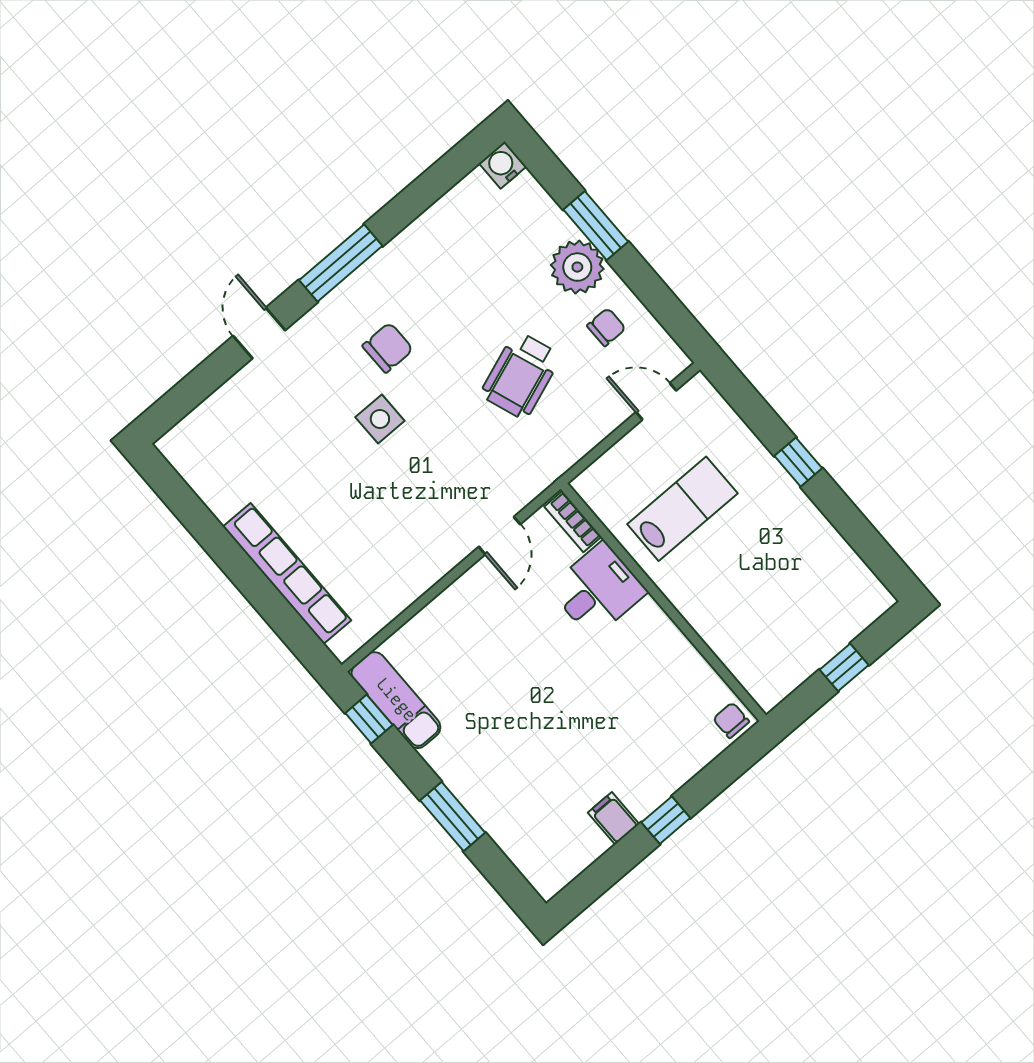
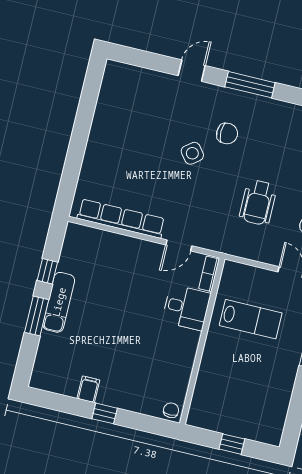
wheelchair: (521, 375) -> (258, 203), turned -70
side table: (380, 419) -> (192, 153), turned -38
row of seats: (287, 573) -> (121, 219), moved, turned -90
exam couch: (396, 700) -> (59, 302), moved
window: (369, 719) -> (47, 271), moved

